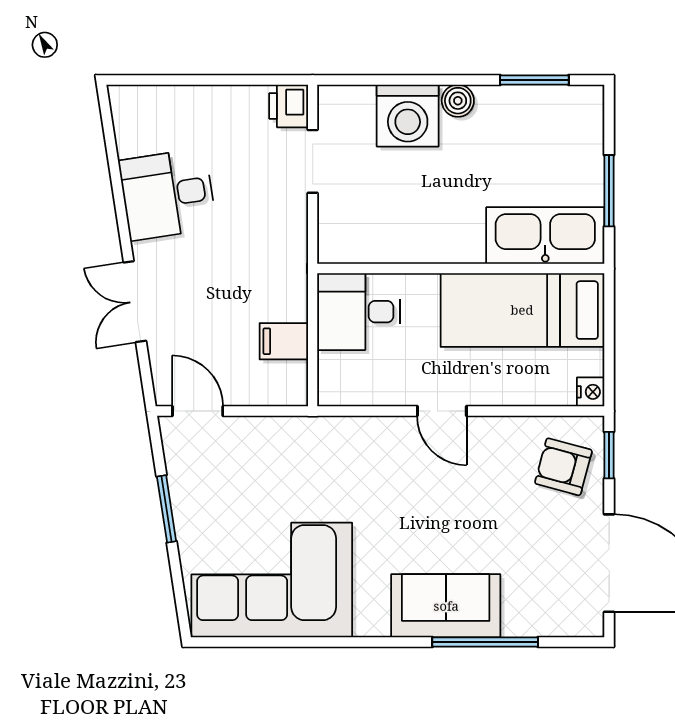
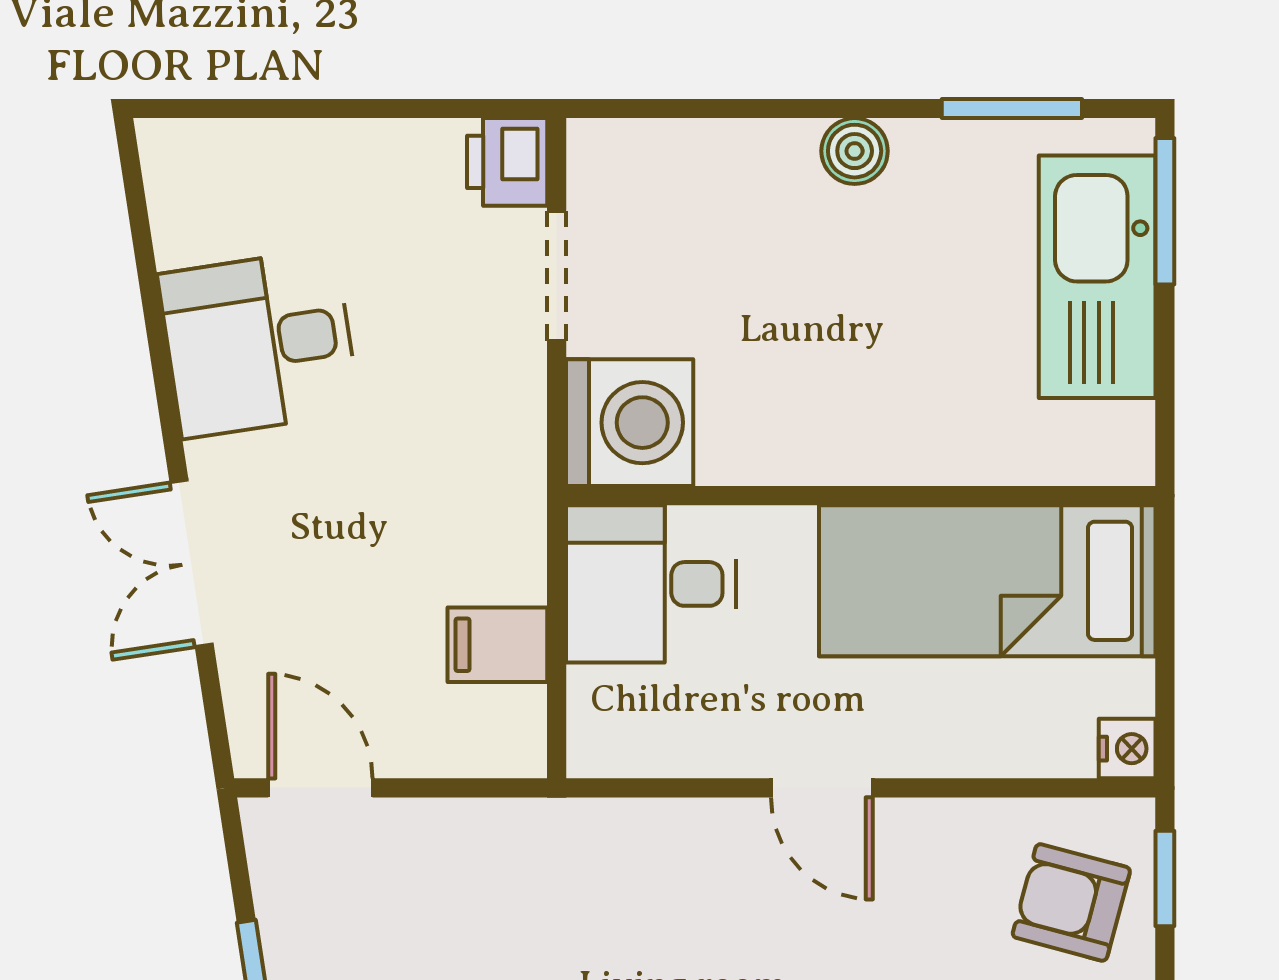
washing machine: (408, 116) -> (630, 423), moved, turned -90
window: (609, 191) -> (1165, 211), moved
kitchen sink: (545, 236) -> (1097, 277), moved, turned -90

